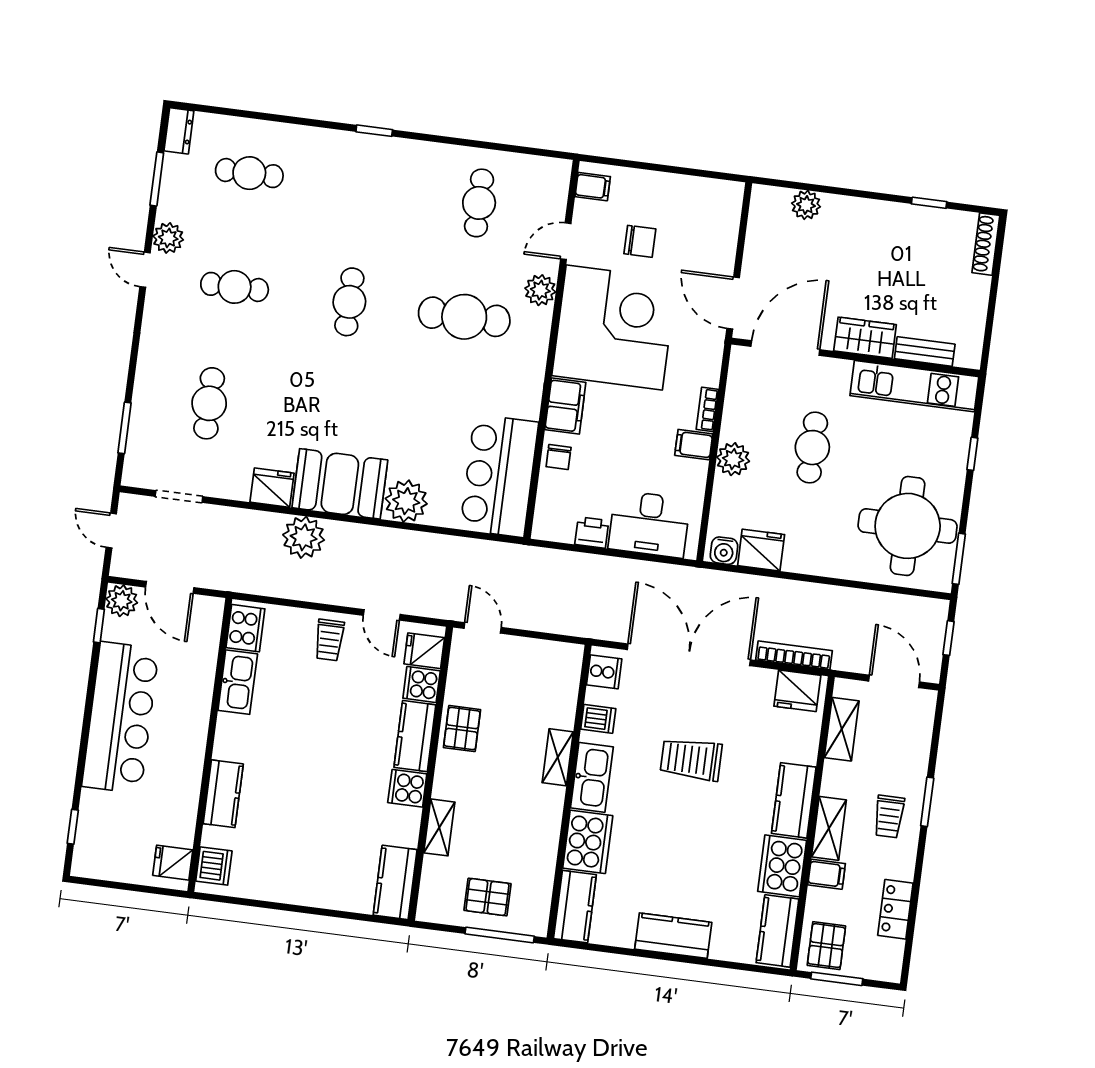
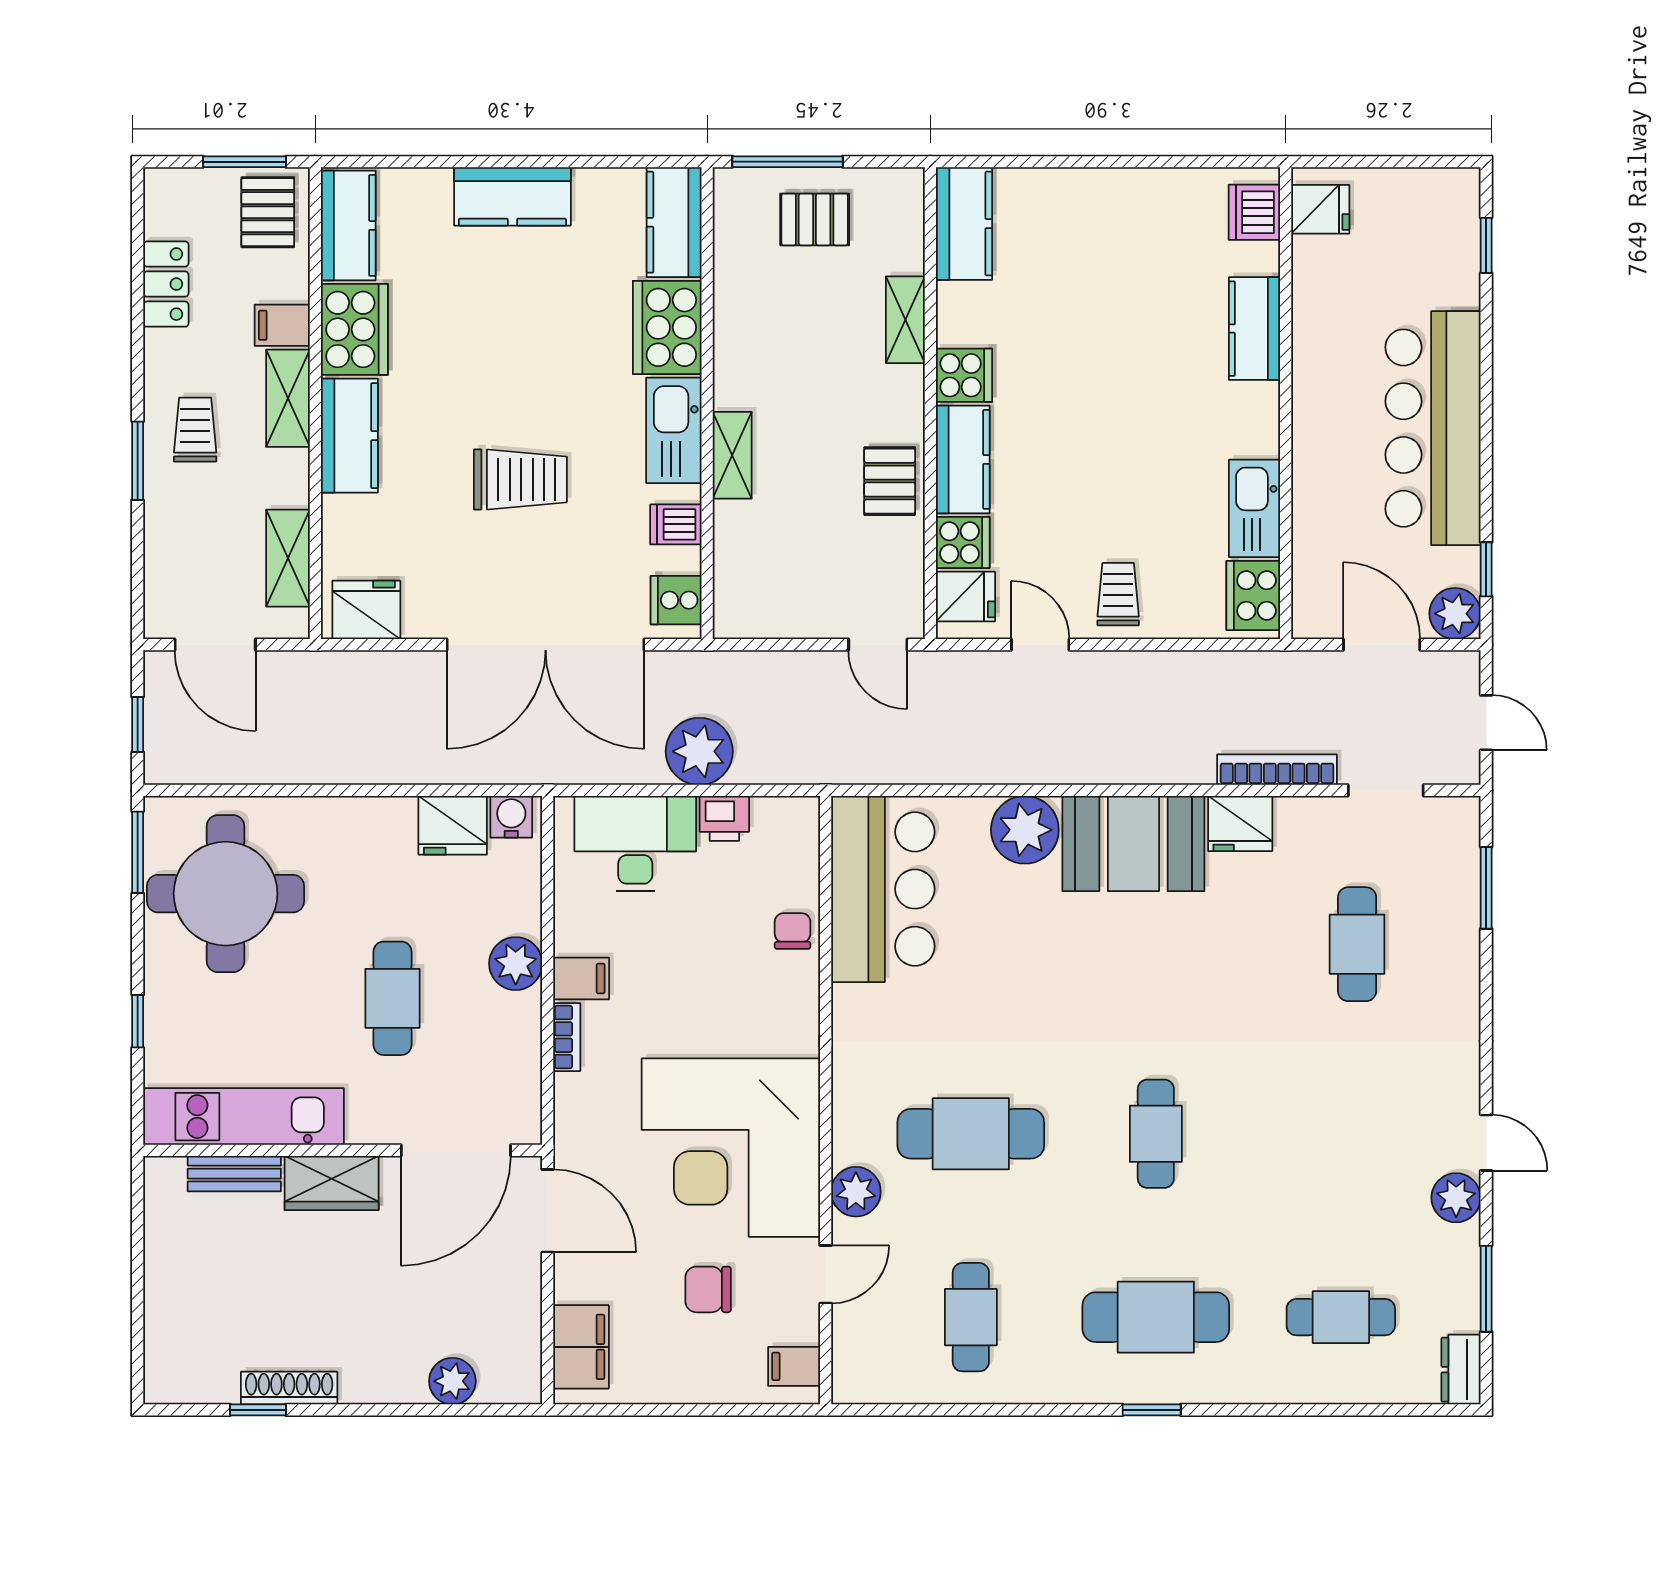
shoe rack: (986, 244) -> (289, 1388), moved, turned -90
cafe table: (235, 287) -> (1156, 1317), moved, width x1.37, depth x1.35
filing cabinet: (565, 406) -> (581, 1347), moved, turned 180
plant: (304, 537) -> (699, 751), moved
bookcase: (794, 655) -> (1277, 770), moved, turned 180

